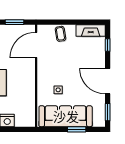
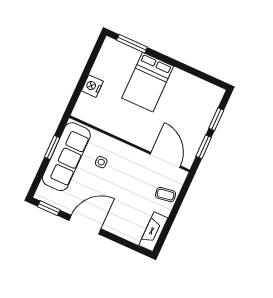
window: (108, 45) -> (127, 244), removed
window: (77, 129) -> (52, 147), moved

